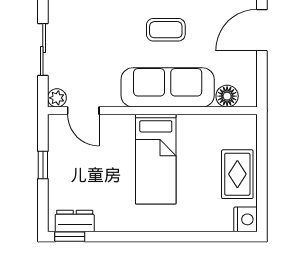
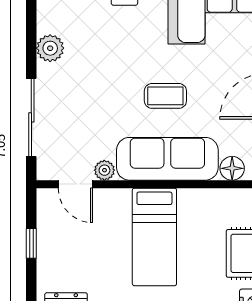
sliding door: (43, 49) -> (31, 117), width x1.37
plant: (57, 98) -> (104, 170), moved

